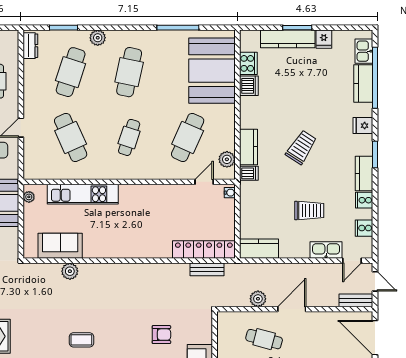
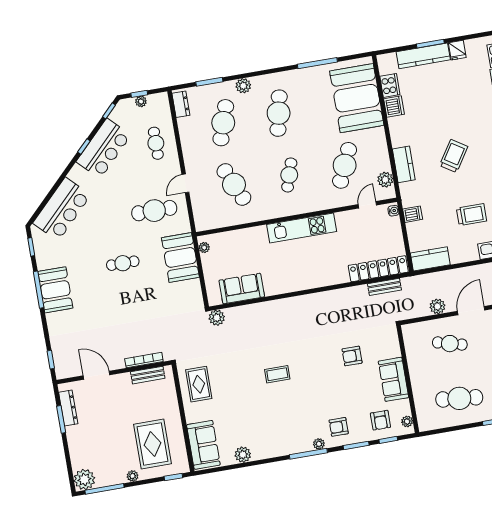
dishwasher: (249, 173) -> (413, 214), moved
kitchen unit: (83, 194) -> (302, 228), moved
plant: (70, 271) -> (217, 318), moved
armchair: (161, 335) -> (352, 356), turned 180

